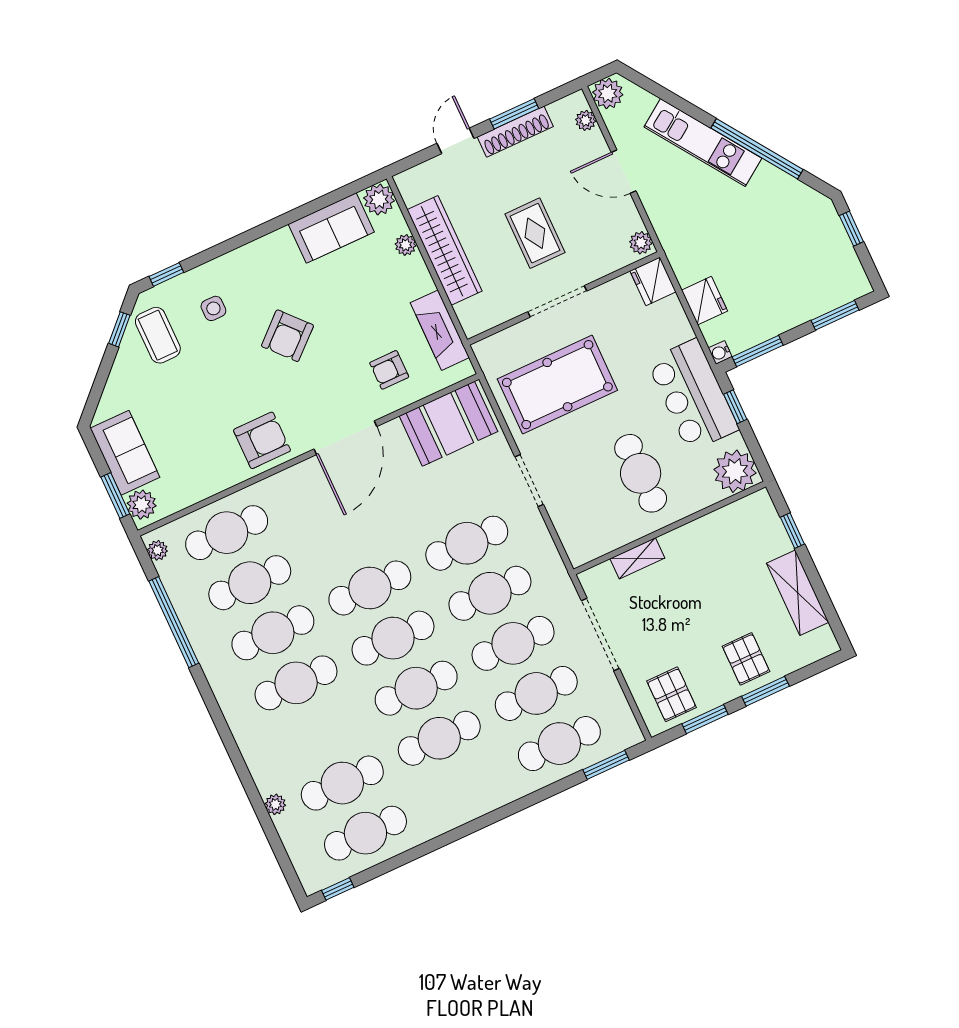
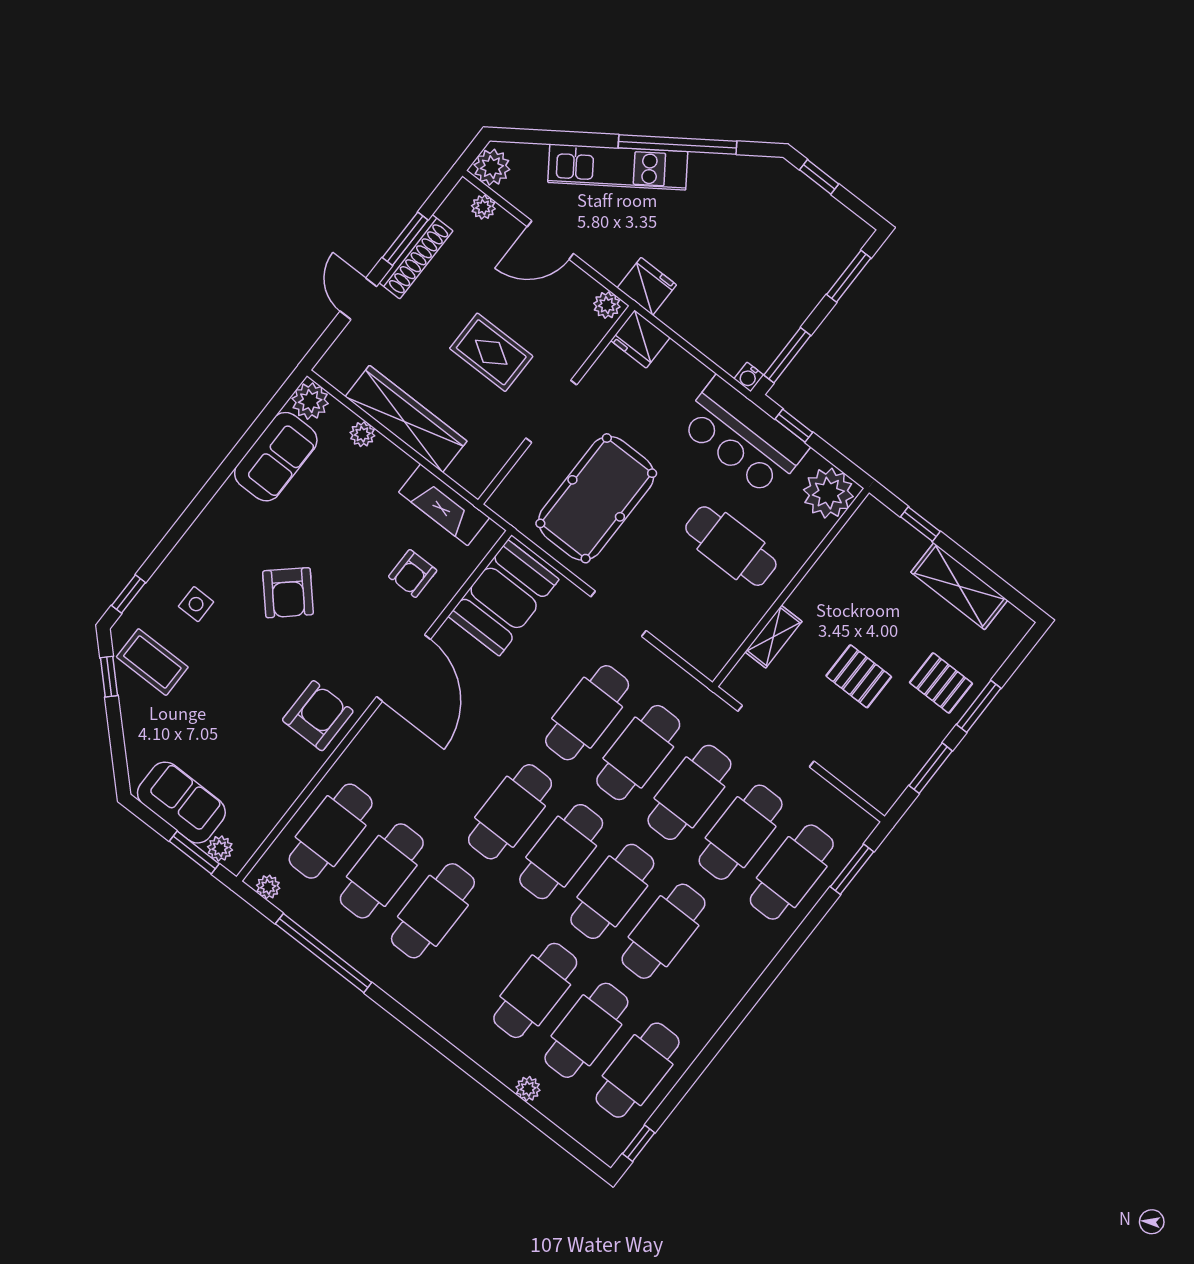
fridge: (704, 301) -> (647, 286), moved
plant: (142, 505) -> (220, 848), width x0.73, depth x0.73
cafe table: (296, 683) -> (535, 990), moved
pallet: (672, 694) -> (859, 676), moved

